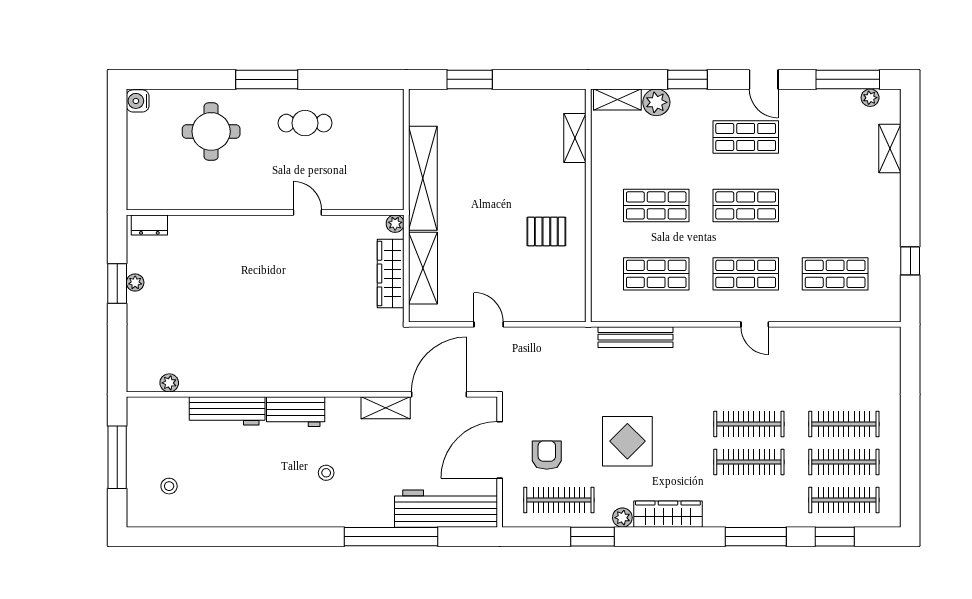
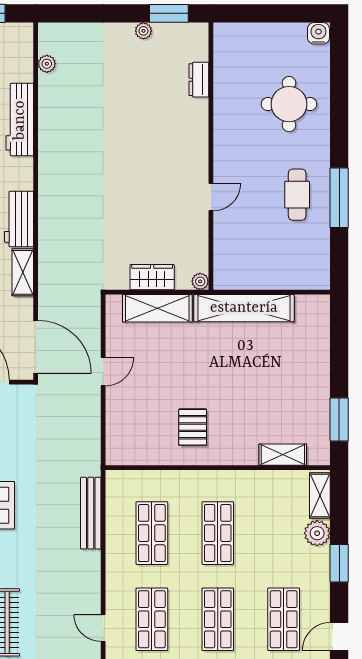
window: (267, 79) -> (339, 198), moved
window: (470, 79) -> (339, 420), moved
dresser: (149, 225) -> (199, 80), moved
wardrobe: (391, 274) -> (152, 277), width x0.67
window: (117, 283) -> (169, 13), moved
door: (755, 324) -> (103, 628), hinge flipped
door: (439, 394) -> (36, 347), moved
workbench: (296, 412) -> (19, 219), moved

